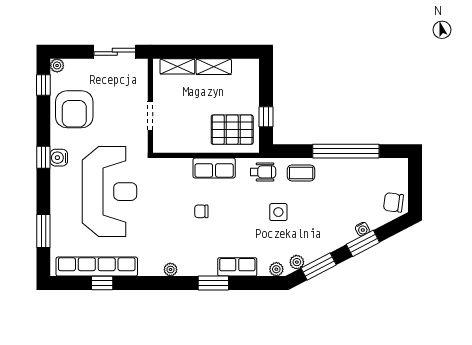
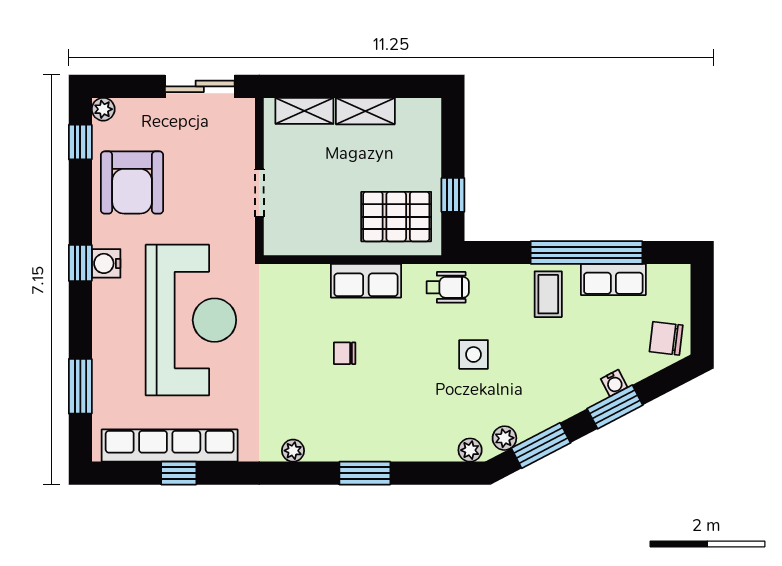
coffee table: (301, 173) -> (548, 294), moved, turned 90
row of seats: (237, 267) -> (613, 280), moved, turned 180

